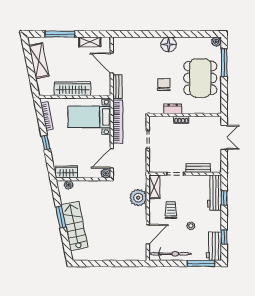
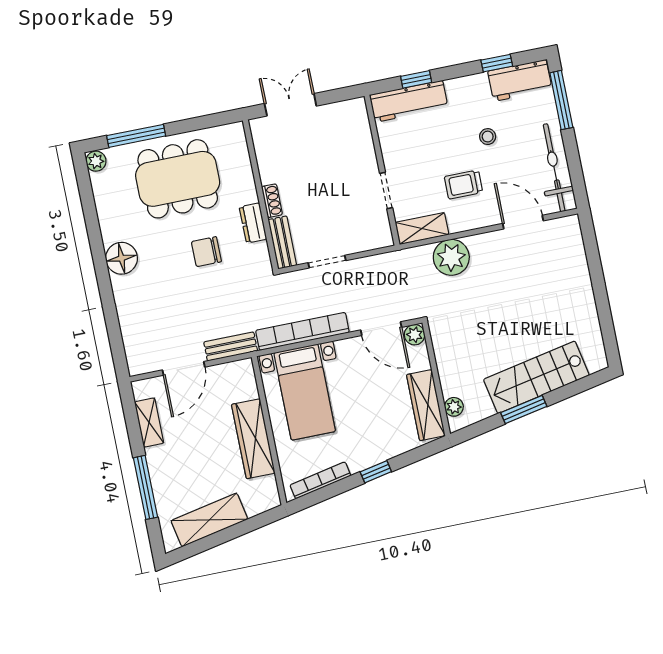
bench: (198, 168) -> (282, 242), moved
wardrobe: (67, 172) -> (426, 405), width x1.50

